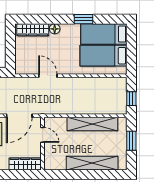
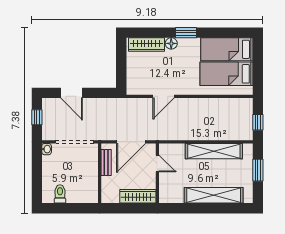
window: (84, 19) -> (186, 33), moved
door: (48, 76) -> (163, 96), swing flipped

